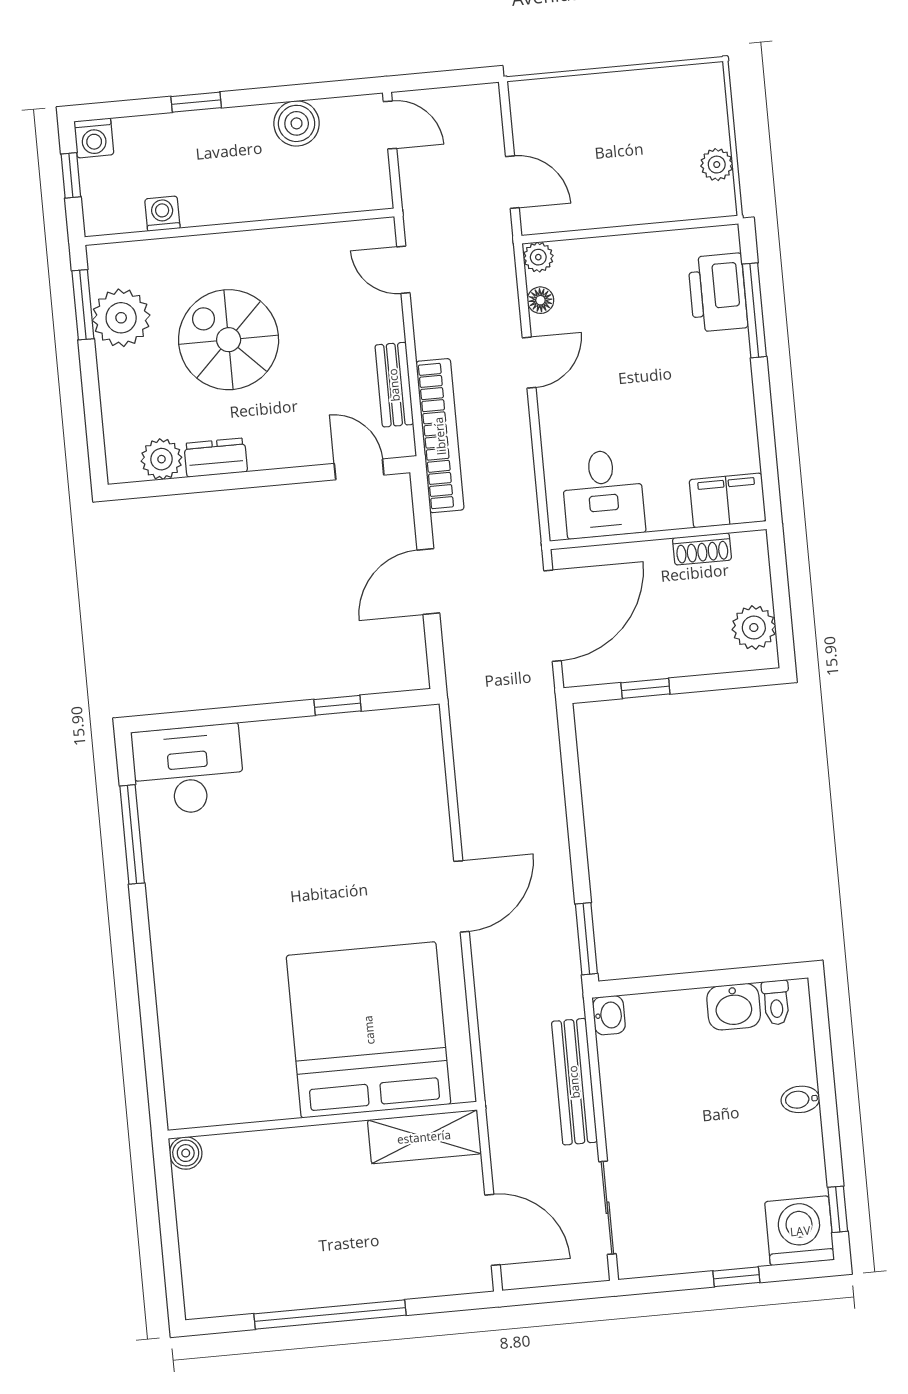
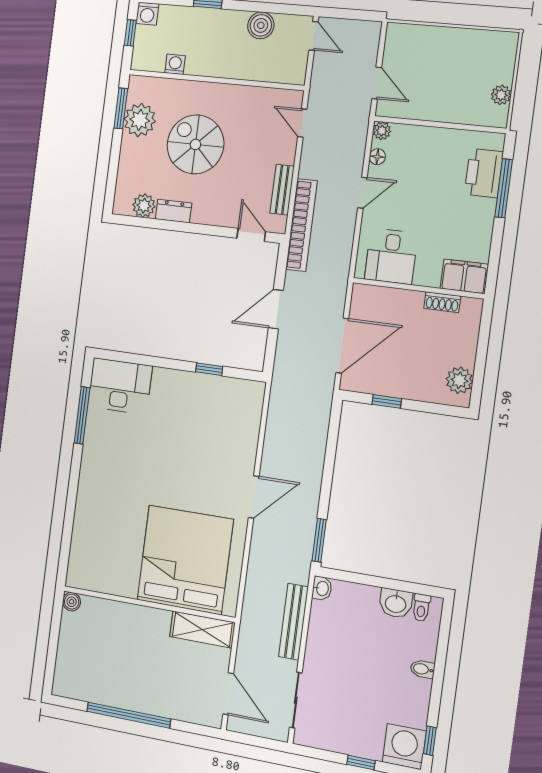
desk: (603, 494) -> (391, 256), moved
filing cabinet: (728, 500) -> (464, 276), moved
wall: (658, 535) -> (418, 288), moved
shoe rack: (702, 549) -> (442, 302), moved

